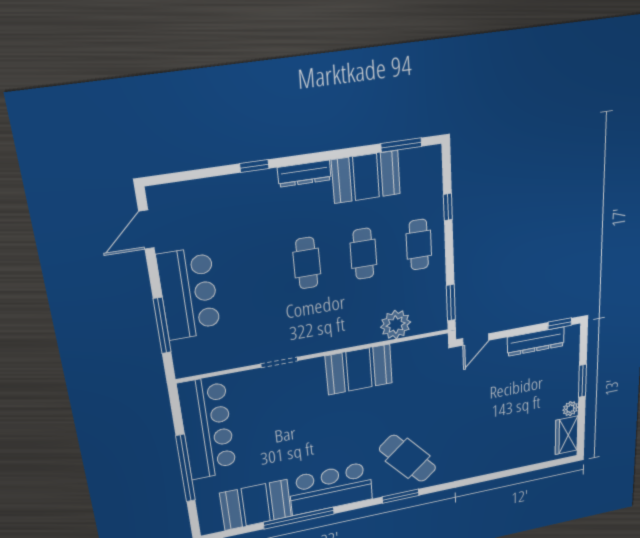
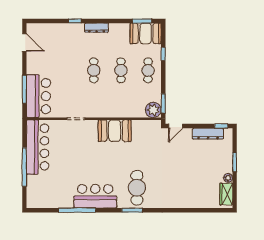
booth: (366, 177) -> (146, 33), moved
door: (146, 230) -> (24, 42), swing flipped
bar counter: (189, 294) -> (38, 96), moved
plant: (396, 325) -> (153, 110), moved
cafe table: (408, 458) -> (137, 188), turned 41
booth: (256, 505) -> (56, 197), removed

